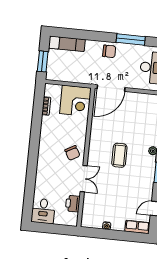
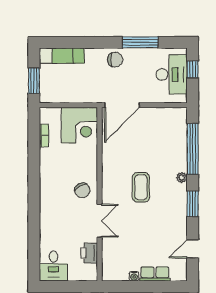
row of seats: (137, 227) -> (155, 274), moved

